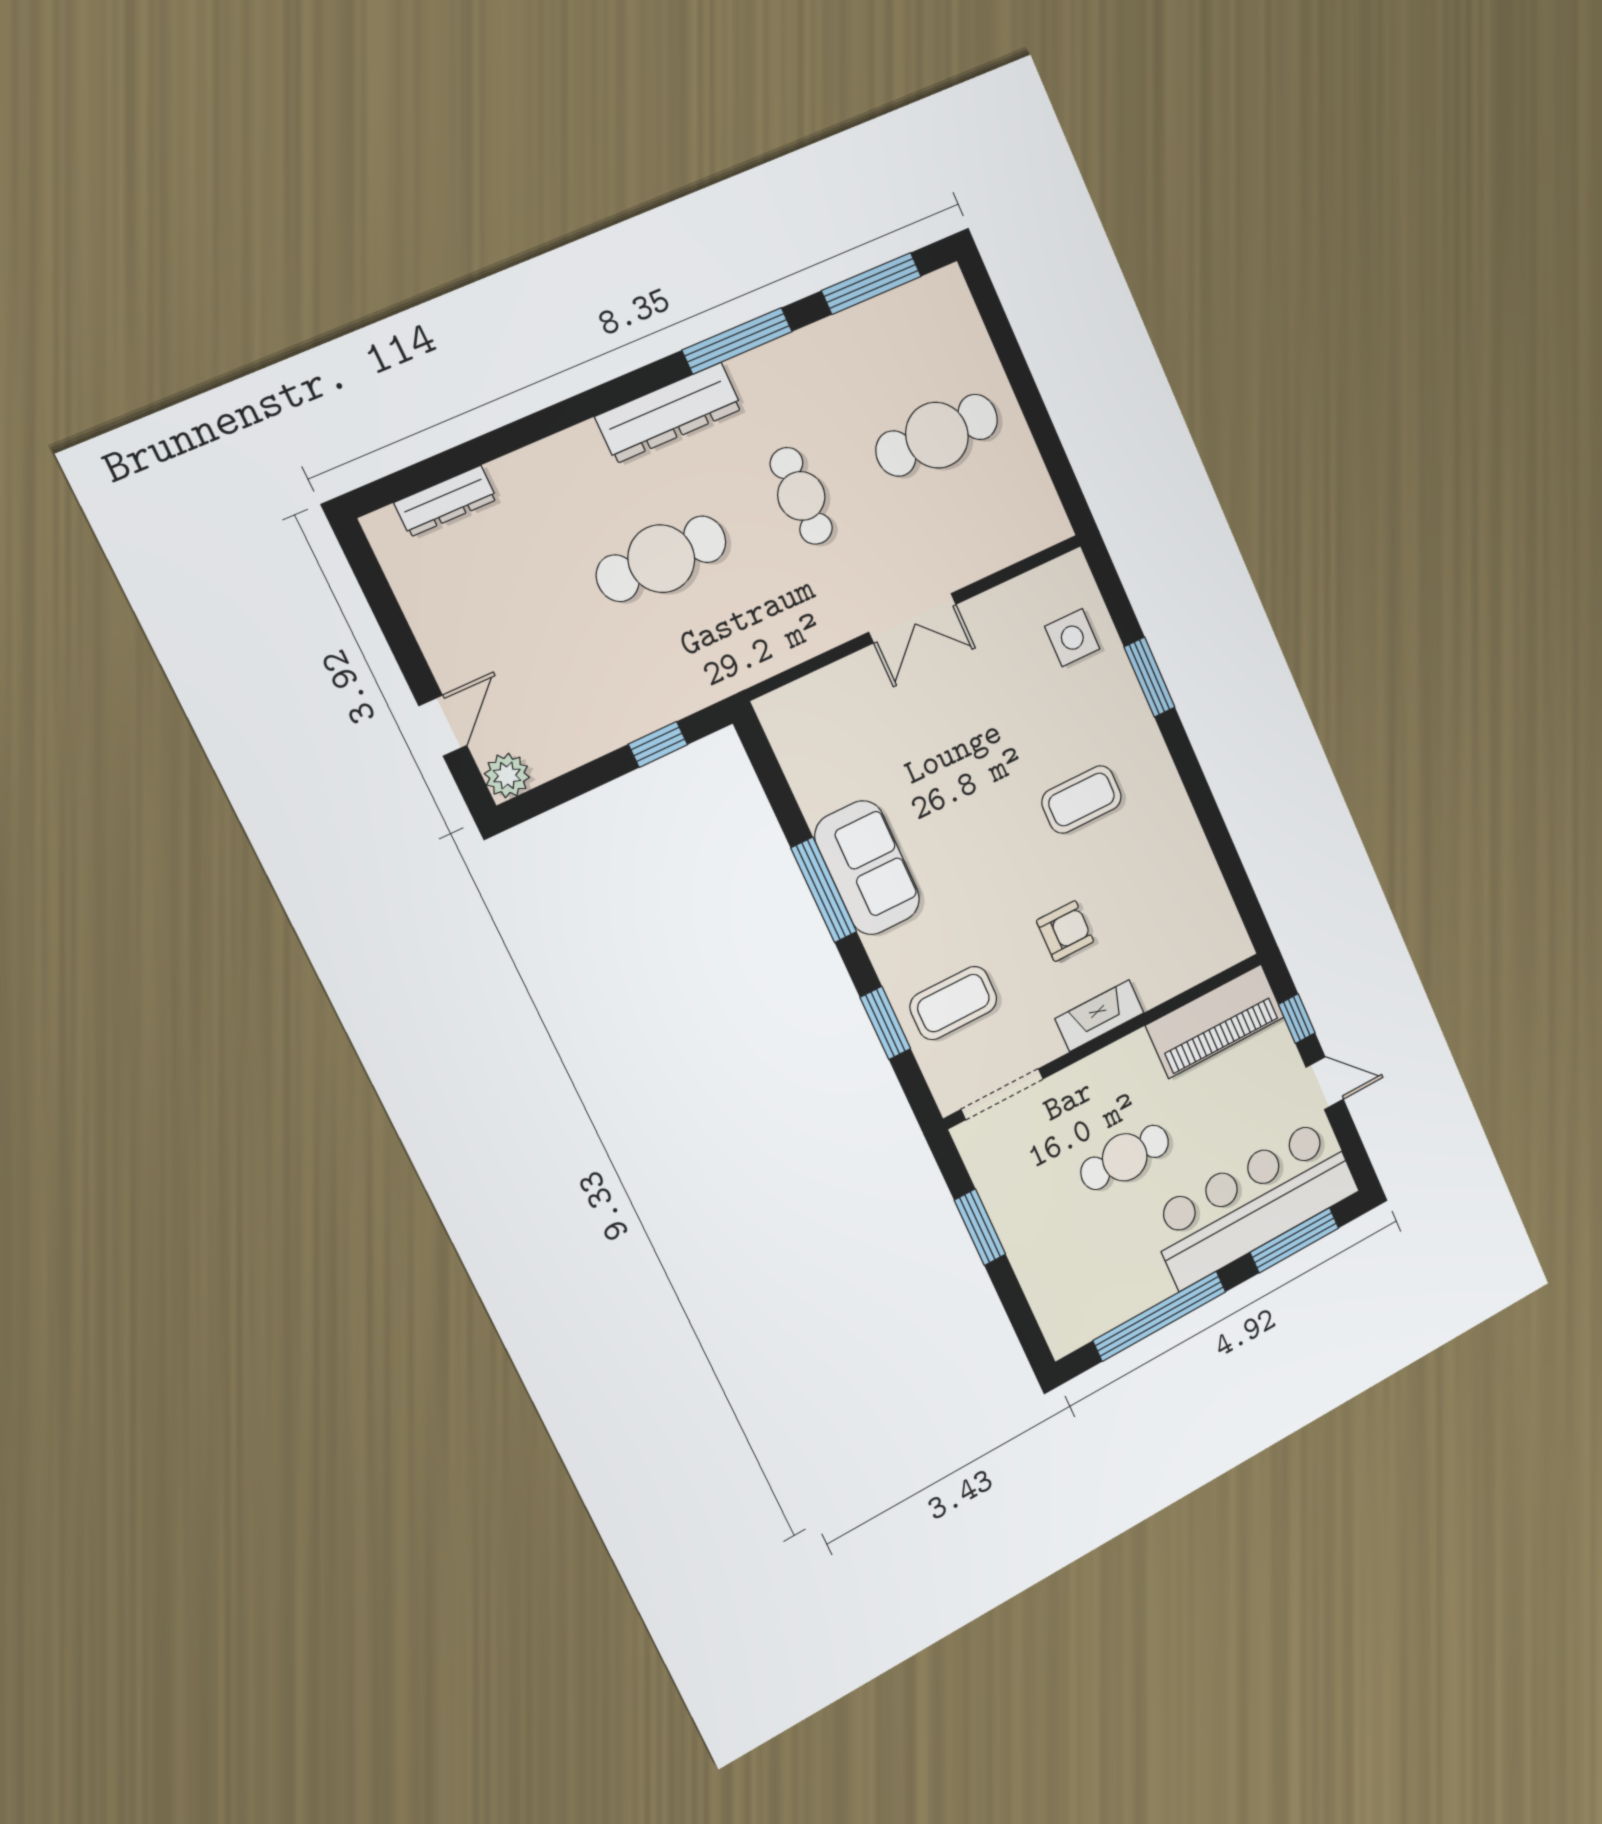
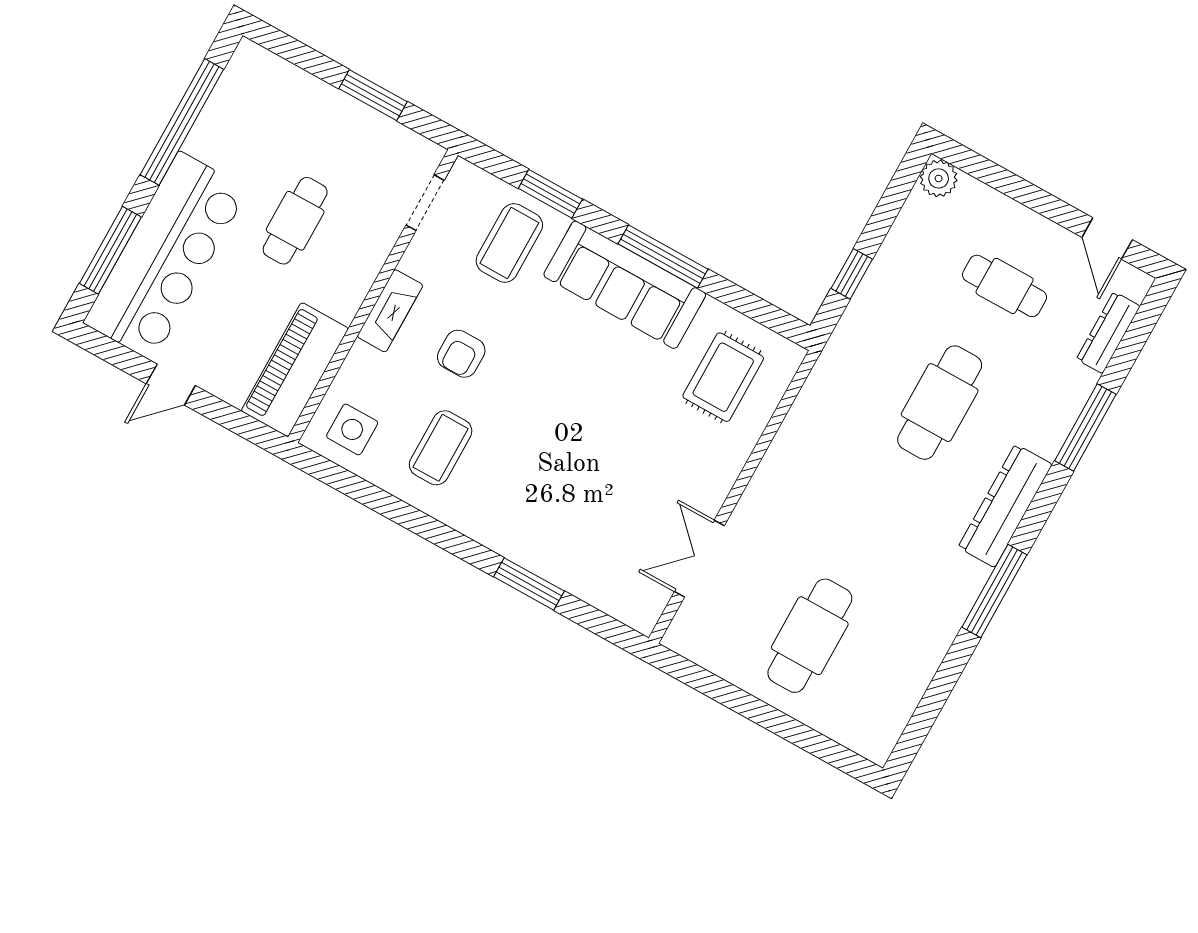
window: (871, 283) -> (1085, 428), moved
cafe table: (801, 496) -> (1005, 286), moved
double door: (913, 618) -> (699, 559), moved
side table: (1072, 638) -> (352, 429), moved
door: (443, 726) -> (1107, 238), moved
rug: (848, 735) -> (723, 377), added
coffee table: (1082, 799) -> (441, 448), moved
sofa: (867, 868) -> (625, 285), width x1.36
window: (1297, 1019) -> (229, 417), removed
doorway: (1002, 1094) -> (425, 203), width x0.73

